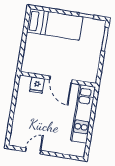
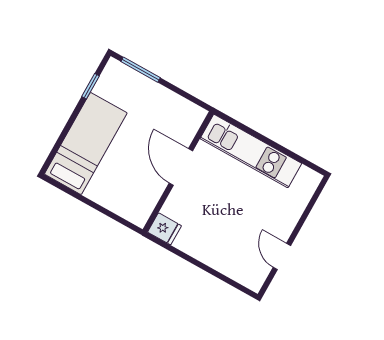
door: (61, 80) -> (181, 167), swing flipped
fridge: (37, 85) -> (165, 229), moved

